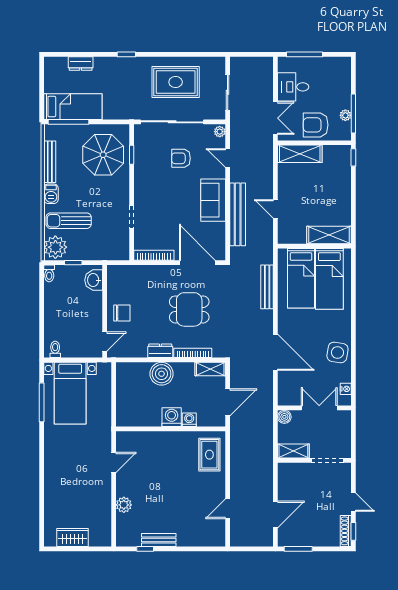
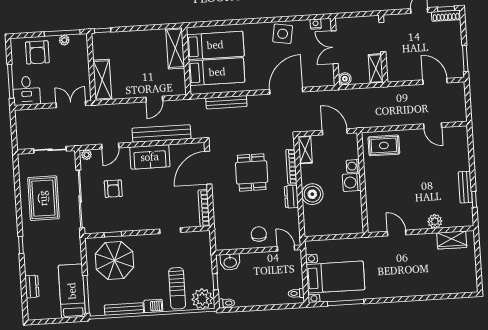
desk: (293, 87) -> (26, 91), moved
armchair: (316, 125) -> (37, 52), moved
wardrobe: (73, 537) -> (452, 240), moved, turned -90

